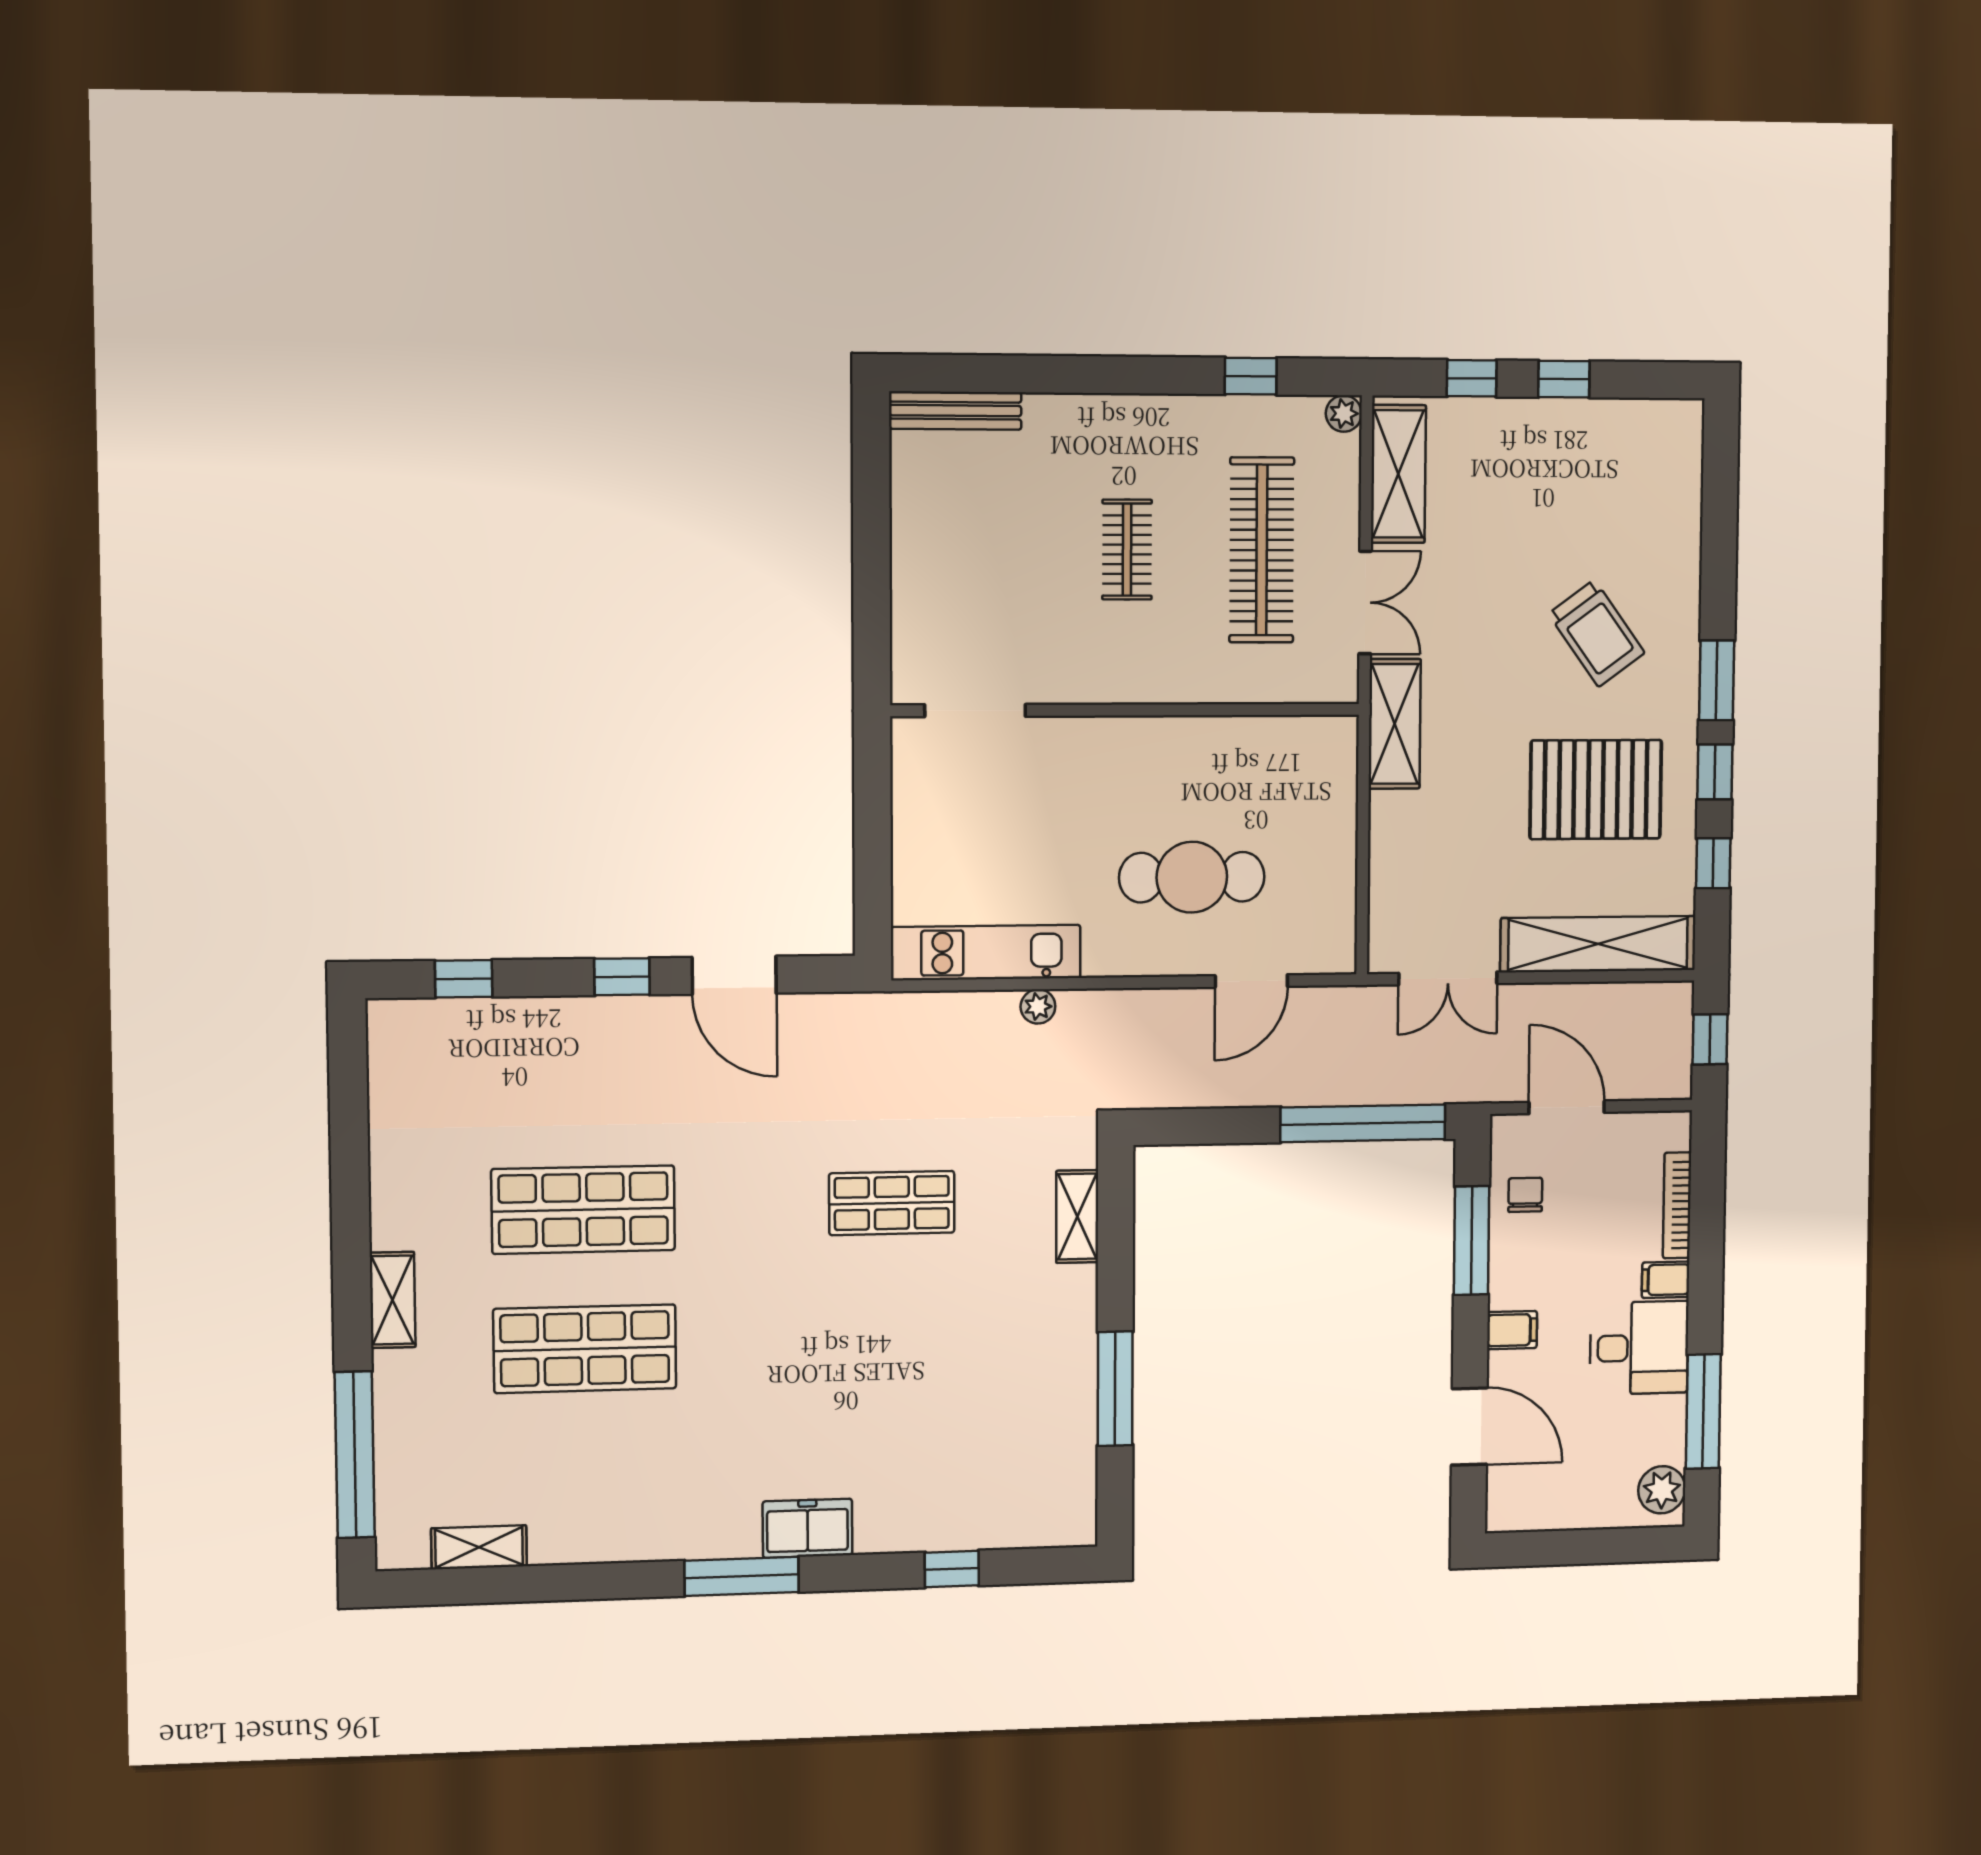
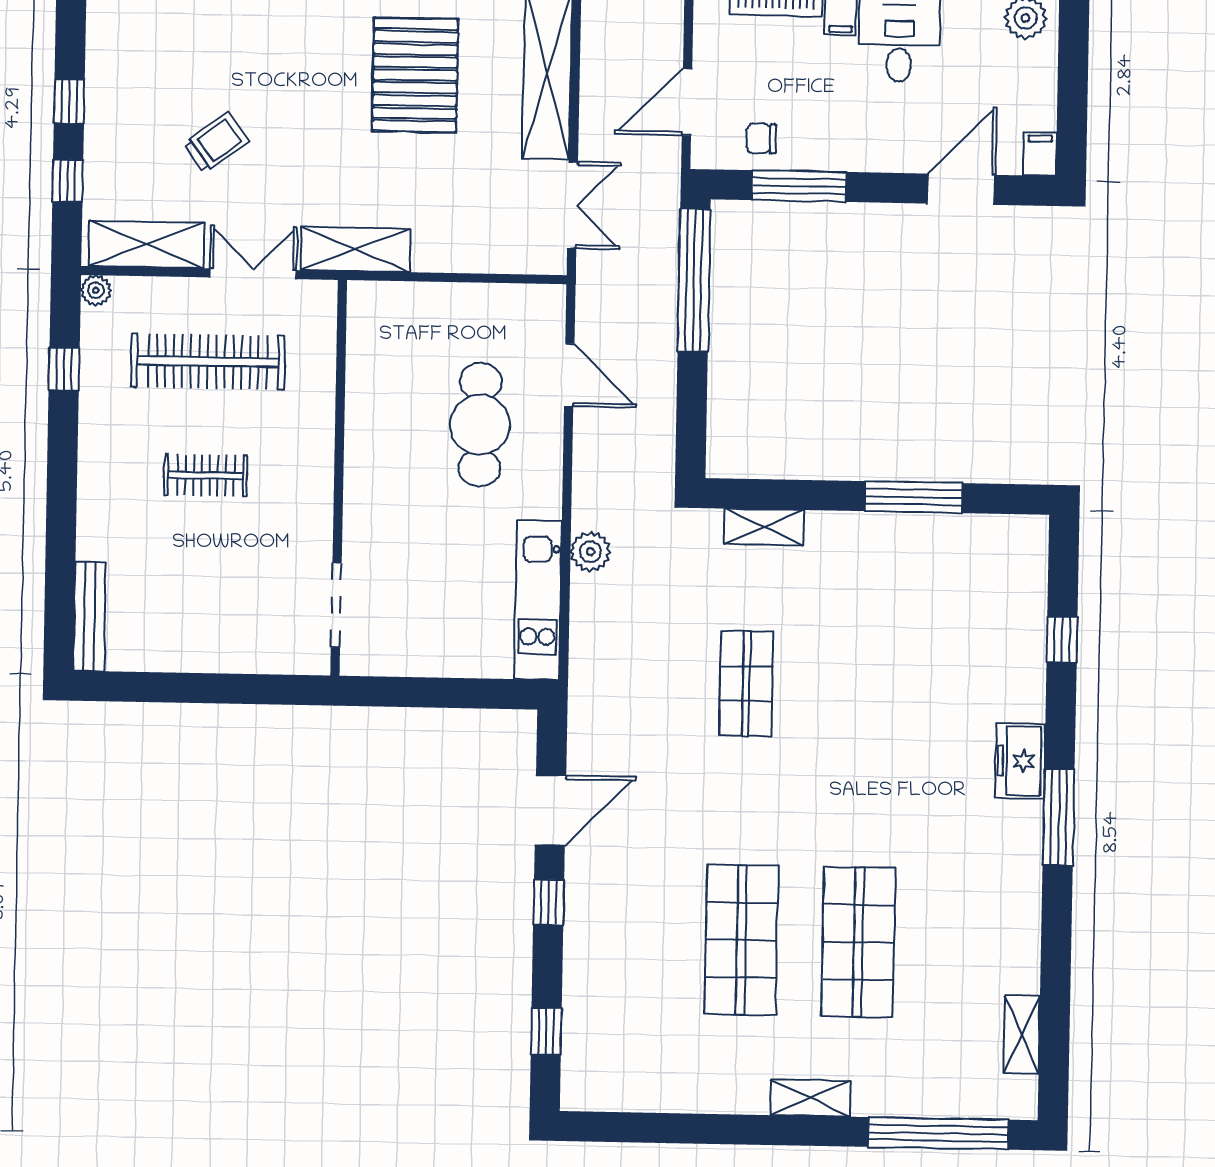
trolley: (1597, 633) -> (216, 142), moved, width x0.73, depth x0.72
plant: (1038, 1006) -> (590, 552), width x1.38, depth x1.38
filing cabinet: (1512, 1330) -> (1040, 154), moved

